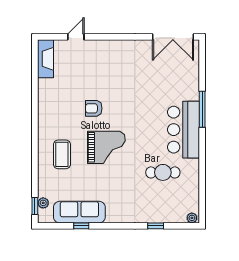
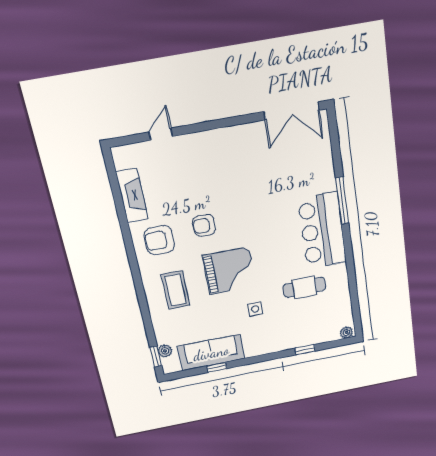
fireplace: (46, 59) -> (132, 195), moved
armchair: (58, 113) -> (159, 240), added
side table: (121, 182) -> (255, 309), added

